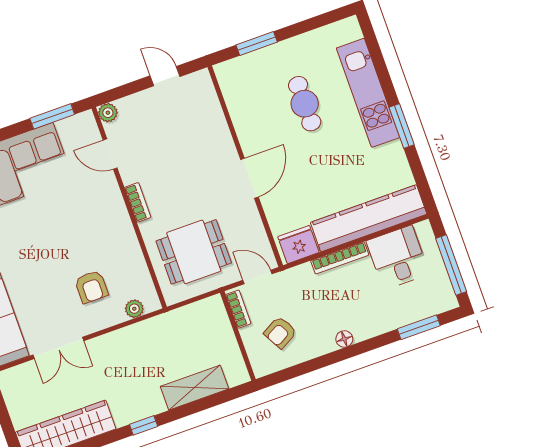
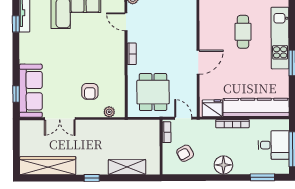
dining table: (194, 252) -> (153, 92), turned 90
desk: (398, 257) -> (274, 145), moved, turned 90
floor lamp: (344, 339) -> (223, 165), width x1.89, depth x1.89

